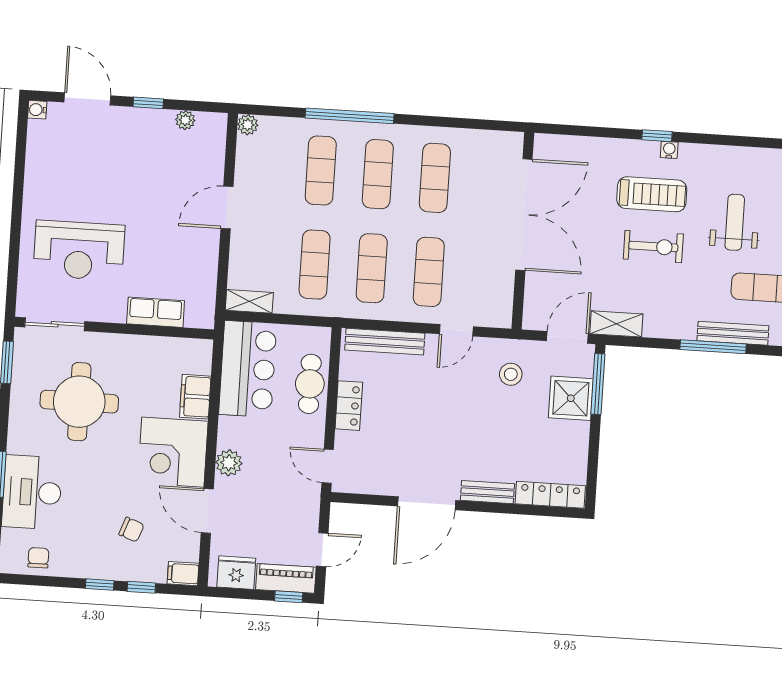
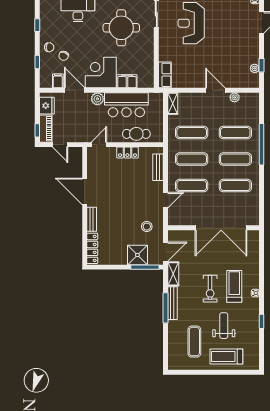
window: (148, 103) -> (261, 65), moved
plant: (248, 125) -> (235, 97), moved
window: (657, 136) -> (261, 321), moved
treadmill: (652, 194) -> (234, 286), turned 180
weight bench: (735, 222) -> (224, 326), turned -90
row of seats: (156, 312) -> (165, 75), moved
door: (456, 330) -> (166, 200), swing flipped
bench: (733, 333) -> (172, 303), moved
door: (567, 337) -> (166, 252), hinge flipped
bench: (385, 342) -> (158, 167), width x0.73
window: (713, 347) -> (166, 308), moved
bar counter: (248, 369) -> (126, 105), moved
door: (207, 511) -> (75, 90), hinge flipped
chair: (38, 558) -> (49, 47), moved
filing cabinet: (183, 574) -> (58, 81), moved
window: (100, 585) -> (37, 25), moved

